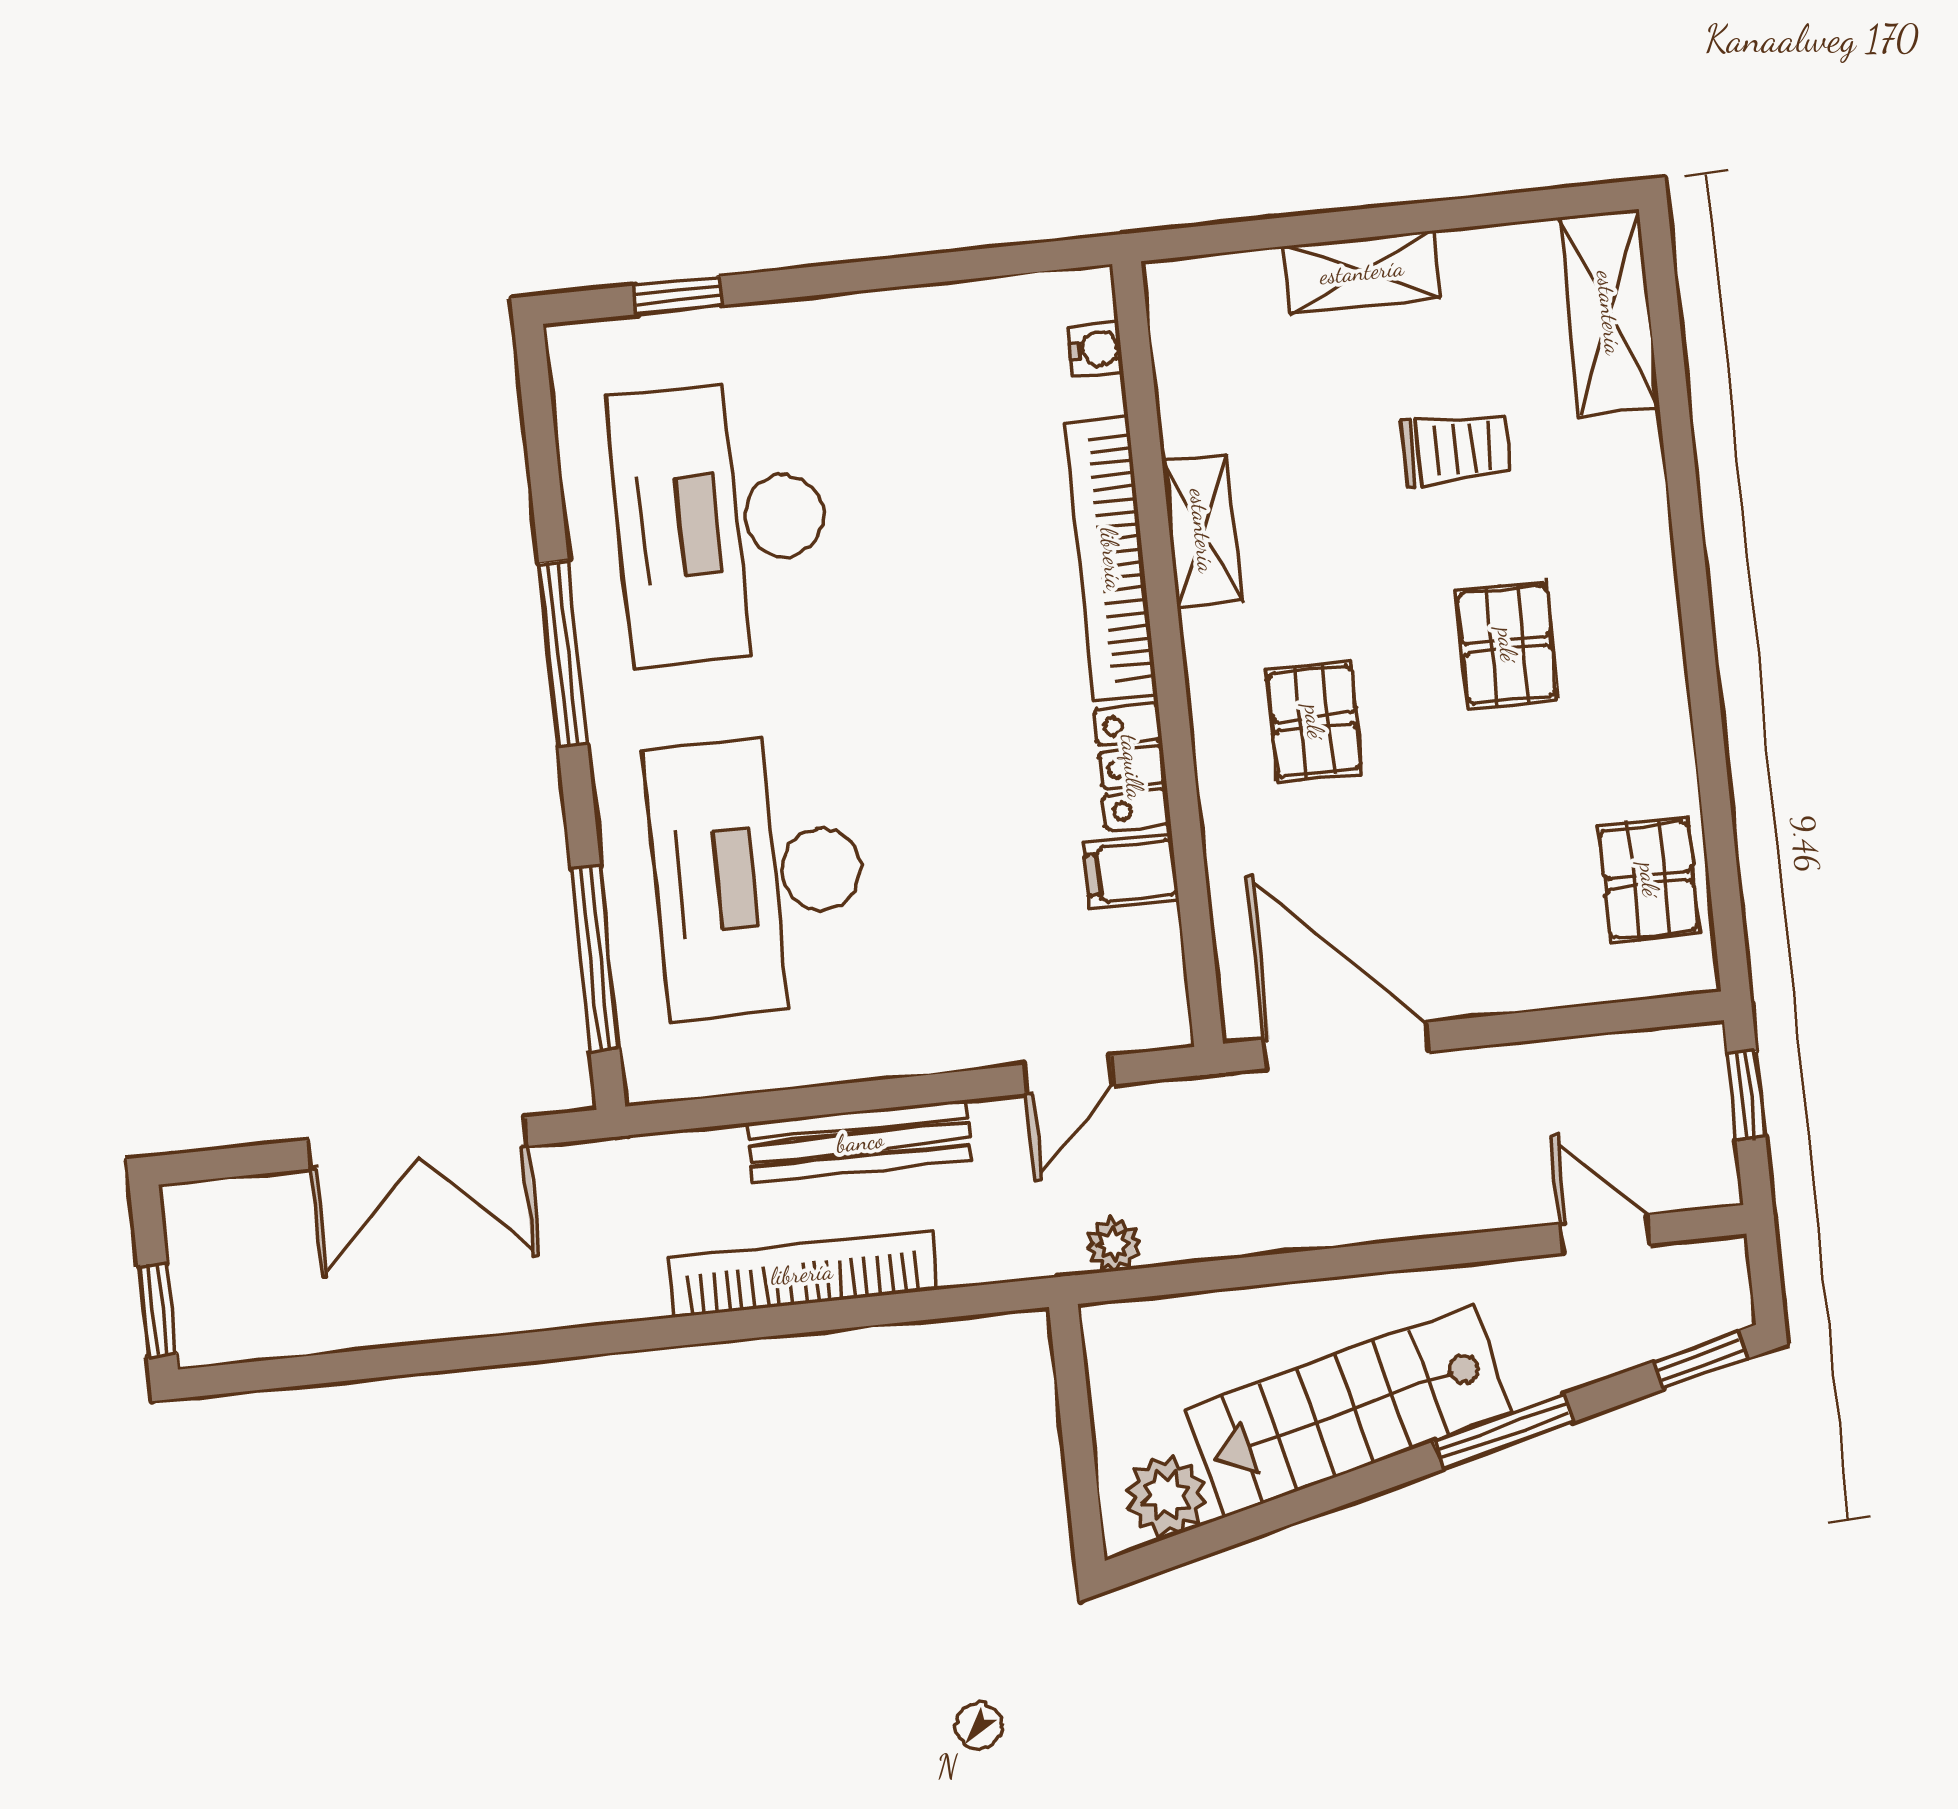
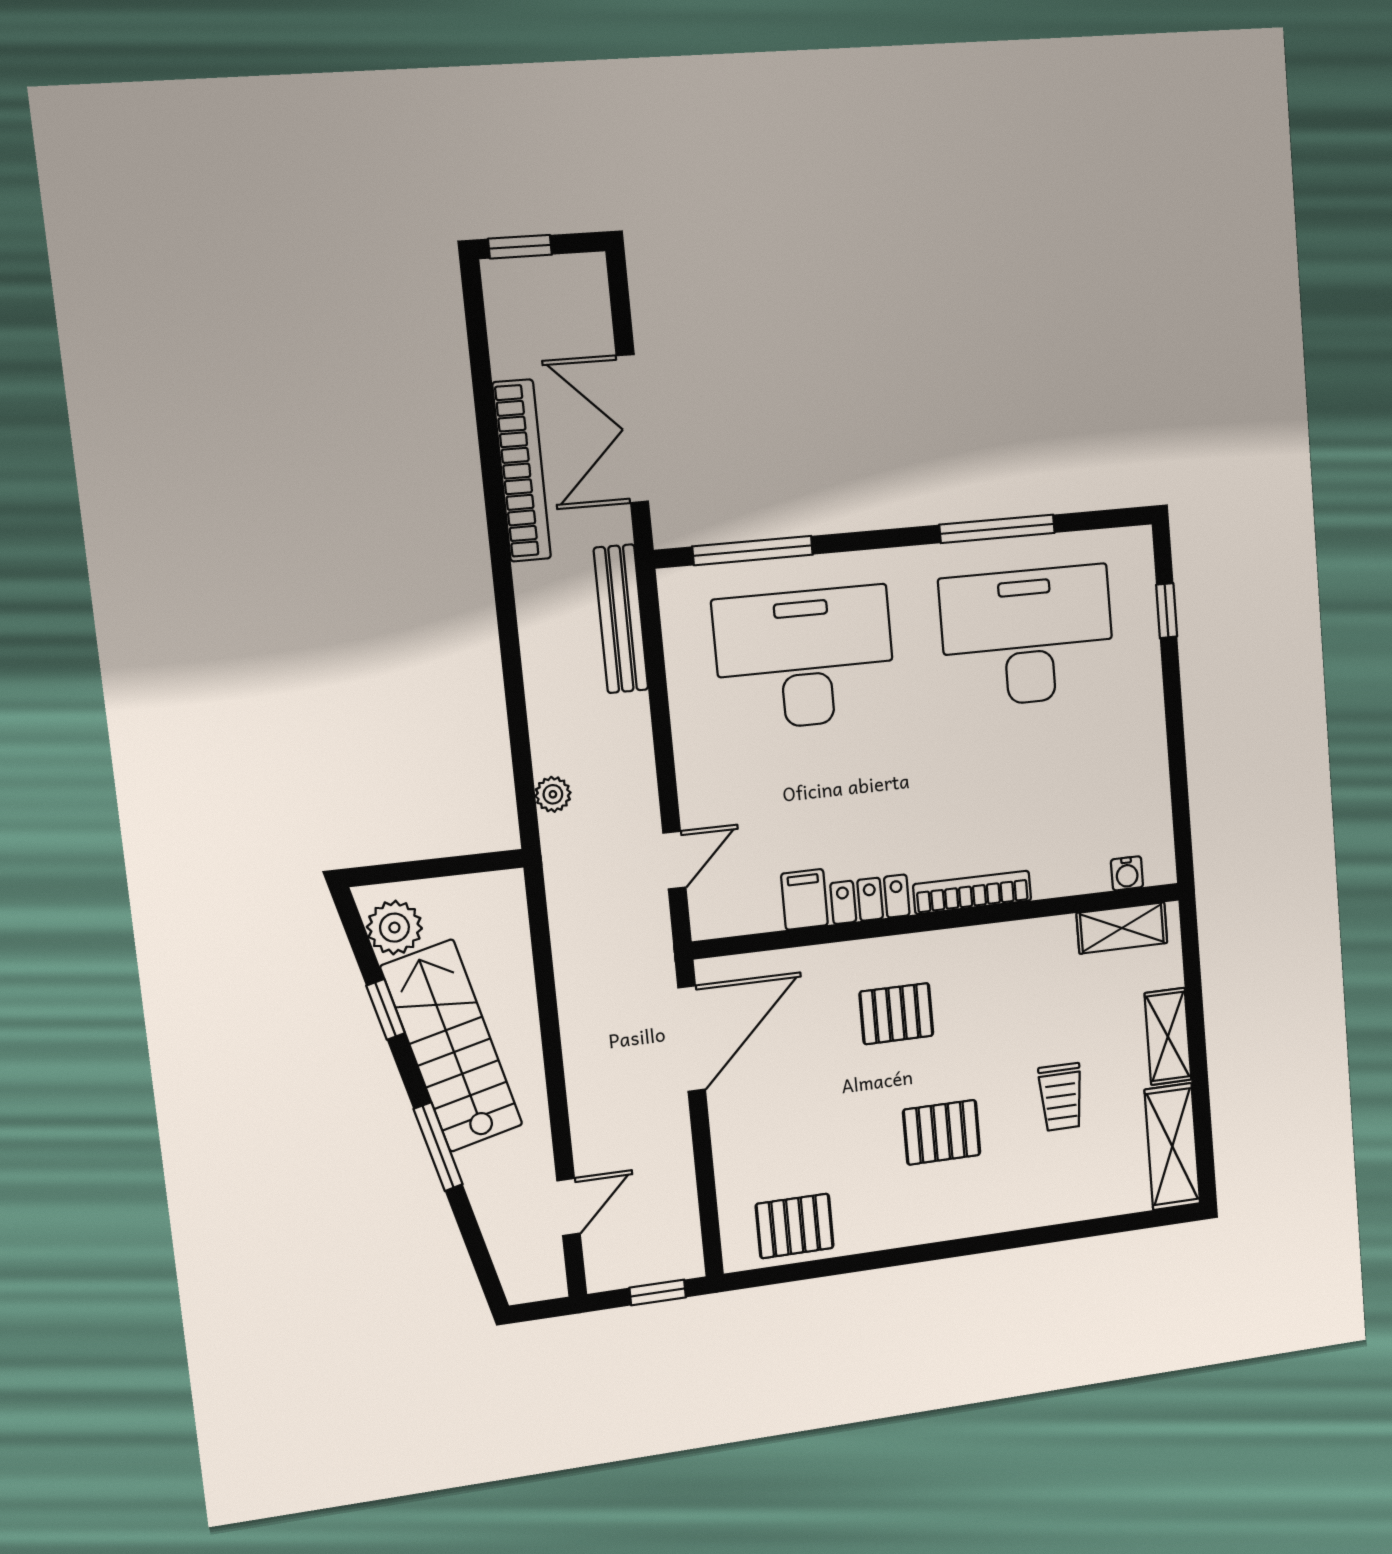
shelving: (1609, 313) -> (1172, 1147), moved, turned 90
shelving: (1202, 531) -> (1122, 928), moved
bookcase: (1111, 559) -> (972, 892), width x0.68, depth x0.76
window: (563, 653) -> (997, 529), moved
door: (1068, 1075) -> (674, 860), swing flipped
bench: (860, 1142) -> (621, 619), moved
plant: (1113, 1244) -> (553, 794), moved
bookcase: (802, 1274) -> (522, 471), moved
window: (1701, 1360) -> (386, 1009), moved

